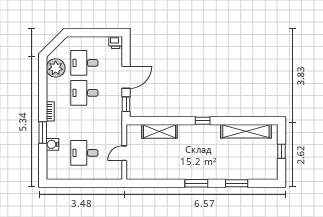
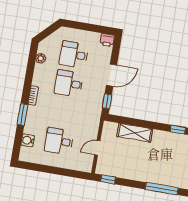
plant: (56, 68) -> (41, 58), width x0.53, depth x0.53
water cooler: (52, 144) -> (28, 140), moved
window: (140, 183) -> (108, 179), added
window: (196, 183) -> (162, 189), width x1.44

